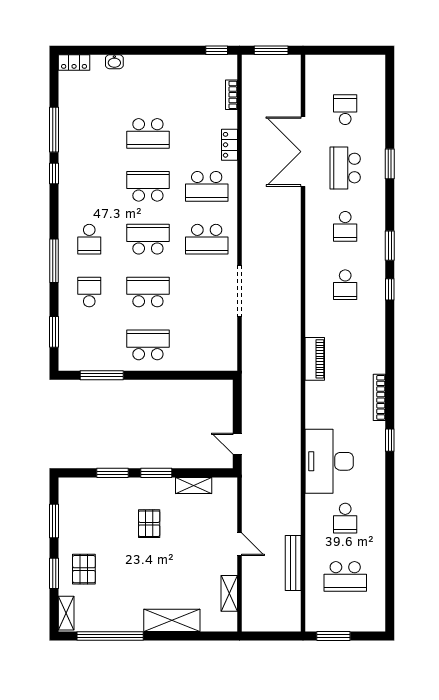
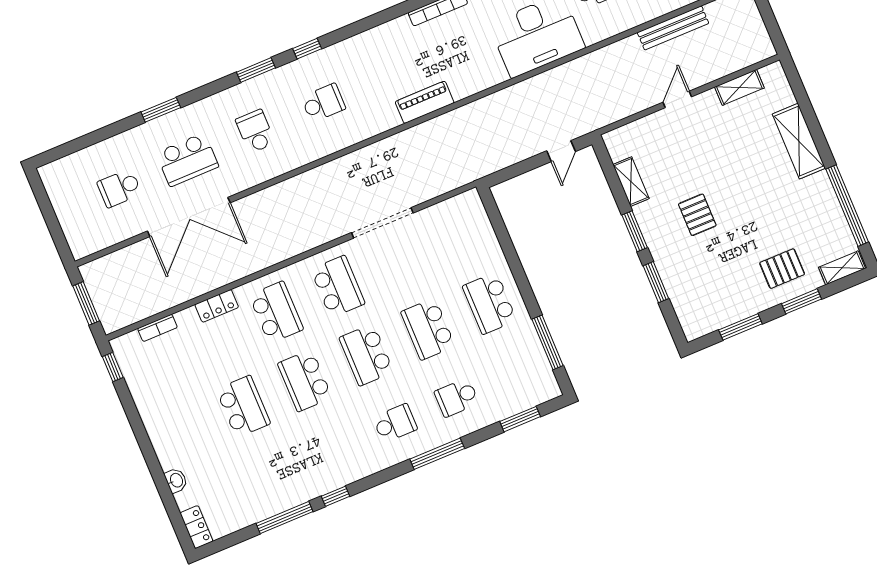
school desk: (345, 226) -> (255, 131), turned -90
pallet: (149, 524) -> (697, 215), turned 90

